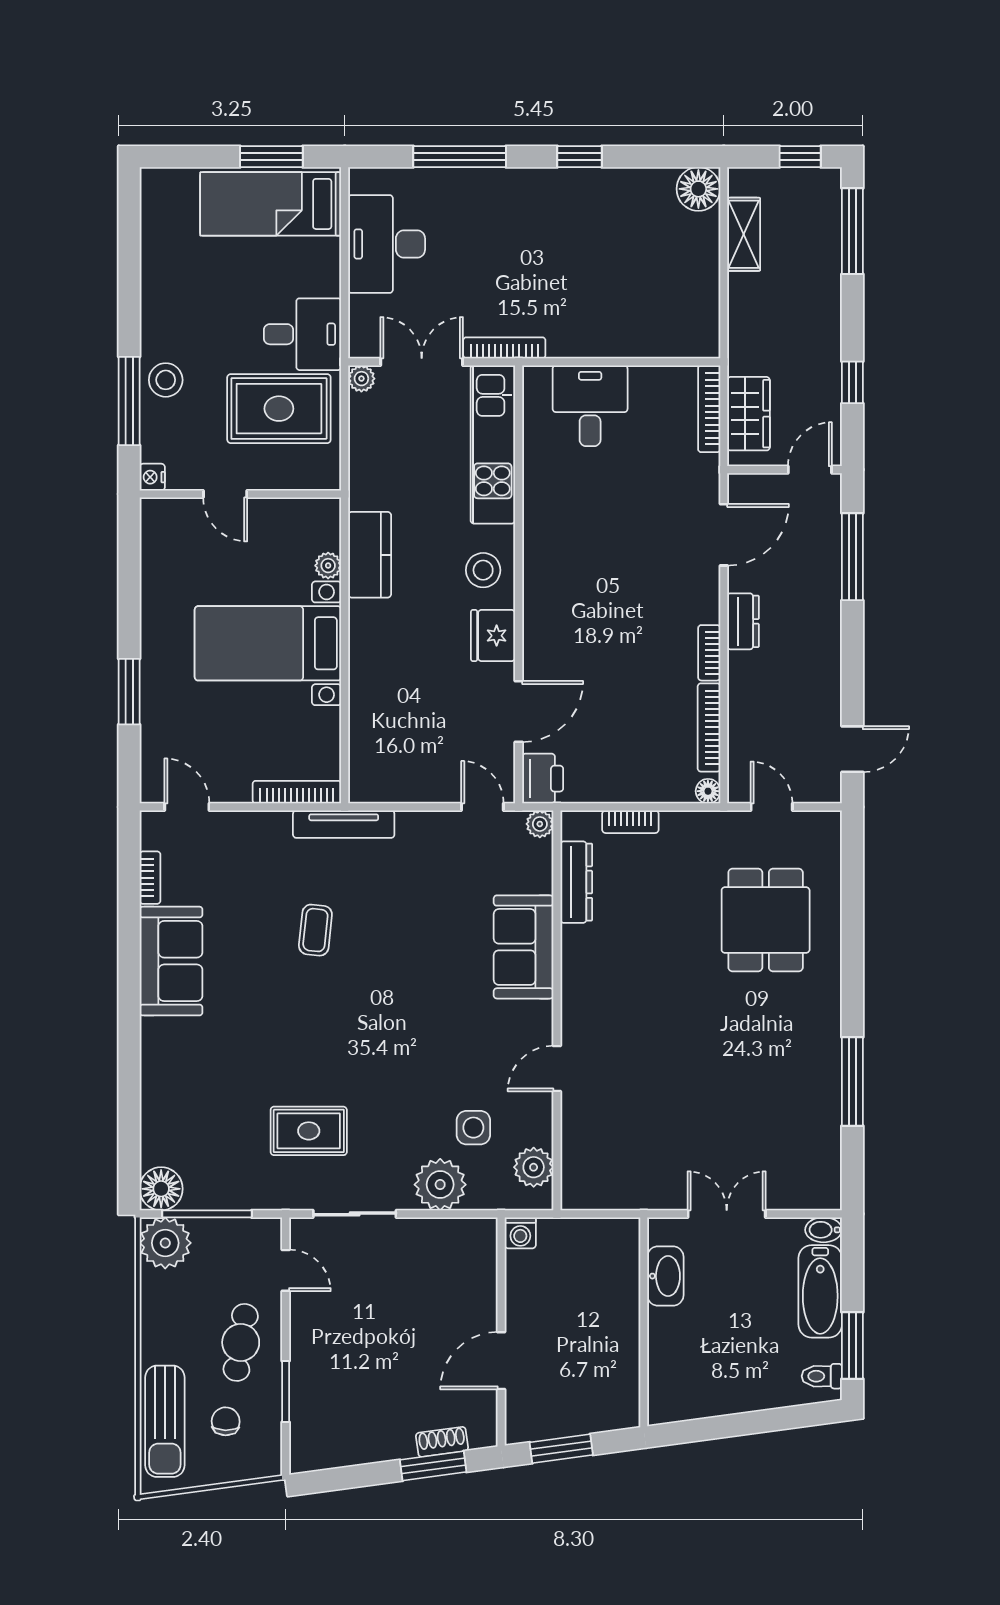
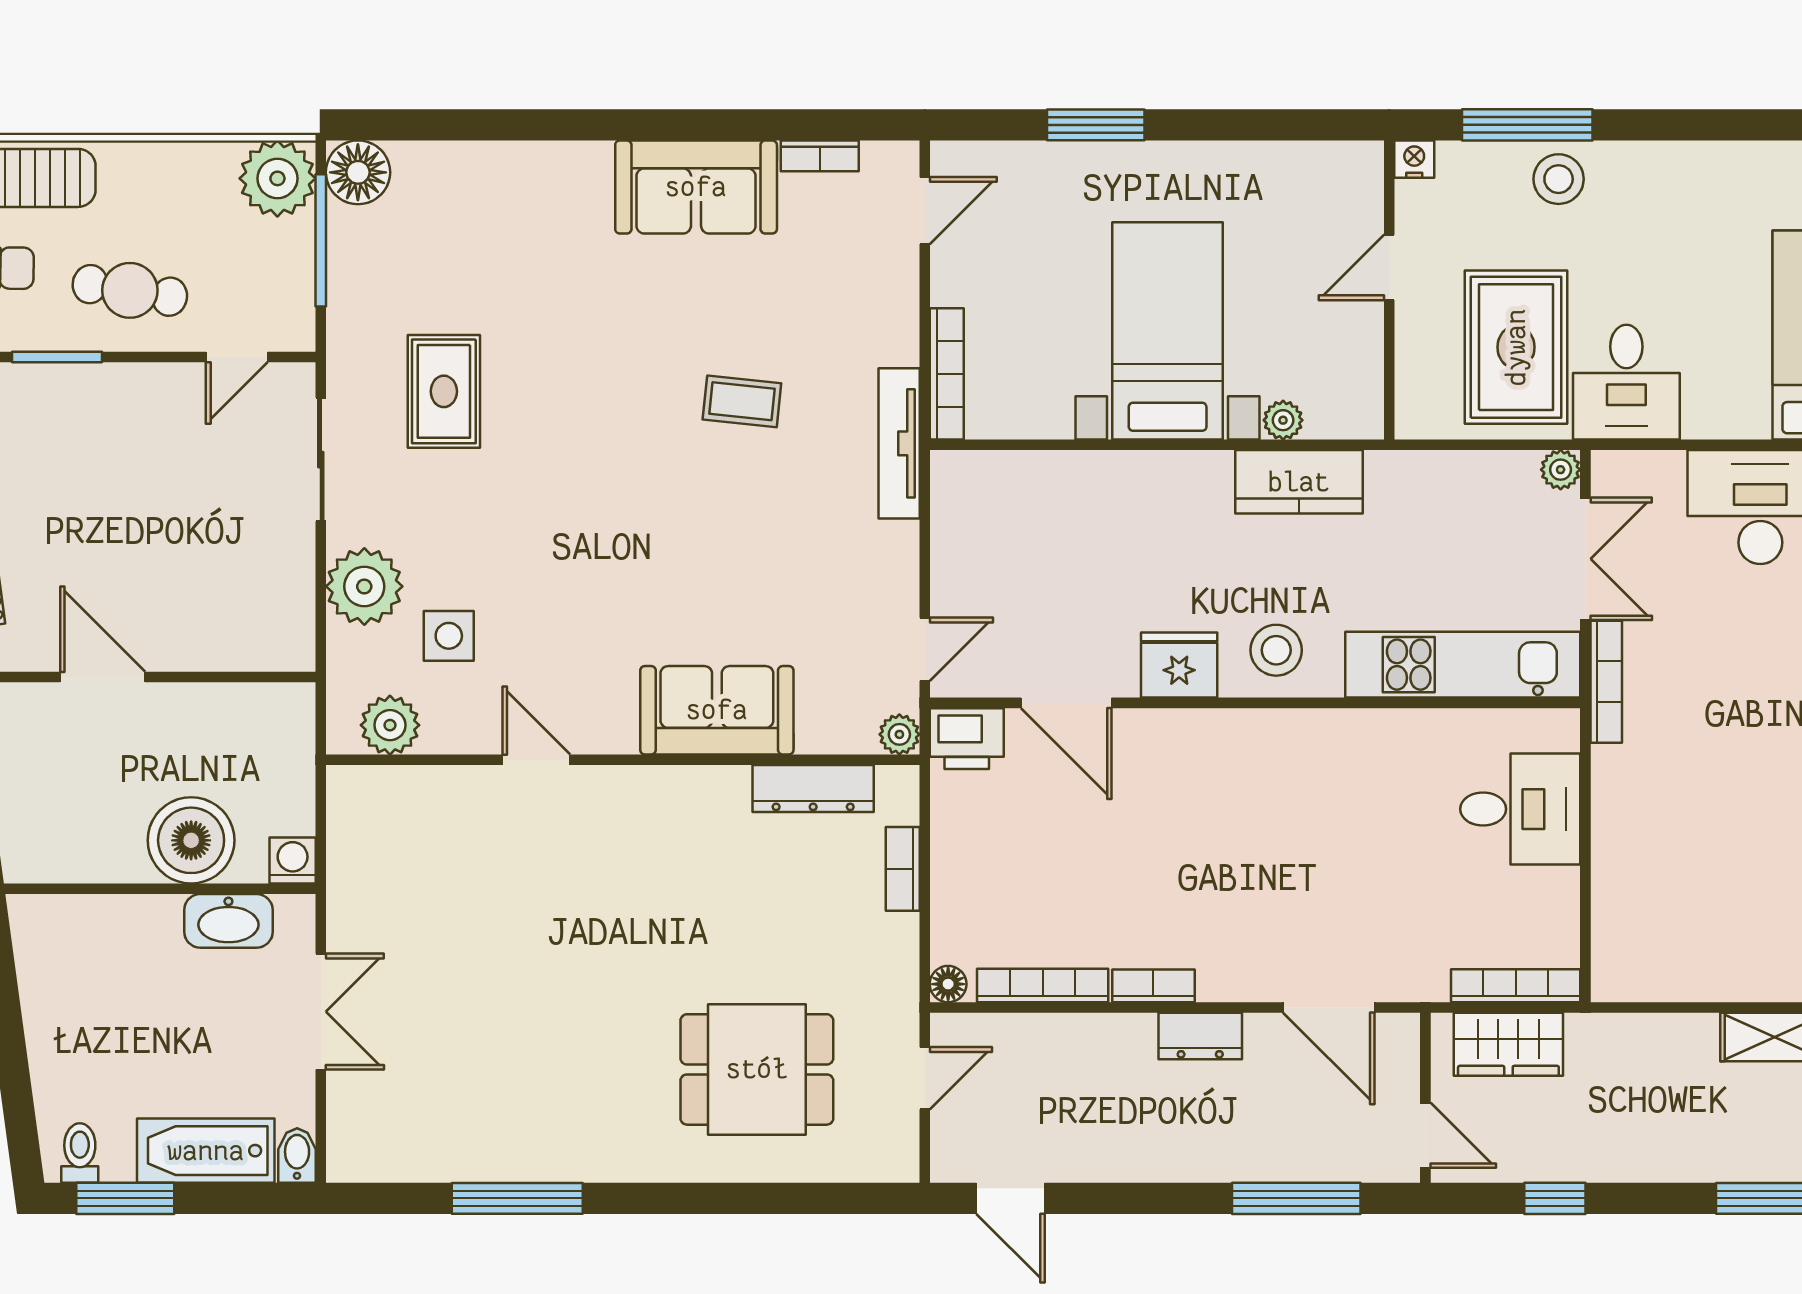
washing machine: (520, 1233) -> (293, 860), moved, turned 90
boiler: (611, 1301) -> (191, 840), added

